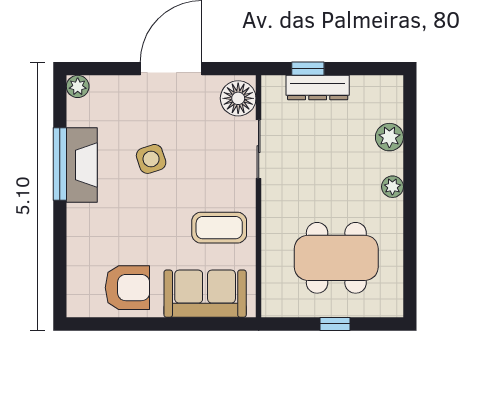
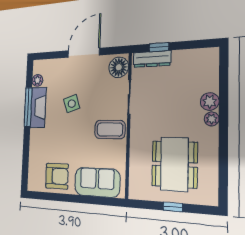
plant: (78, 86) -> (37, 80), moved
dresser: (318, 88) -> (152, 59), moved
plant: (389, 137) -> (210, 102), moved
coffee table: (219, 228) -> (110, 129), moved
dining table: (336, 258) -> (174, 164), turned 90

